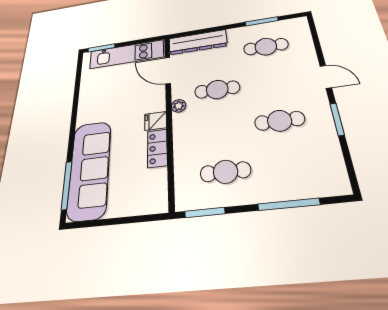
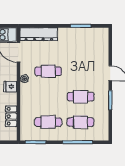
cafe table: (266, 47) -> (81, 122), moved
locker: (157, 148) -> (11, 116), moved

